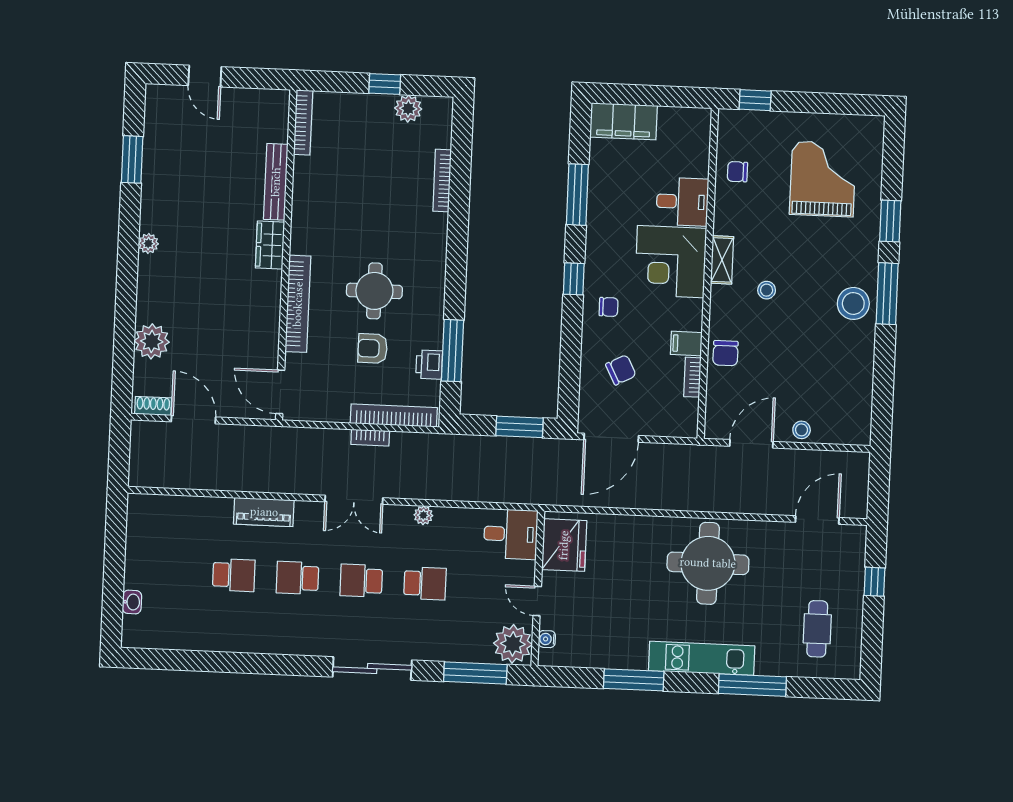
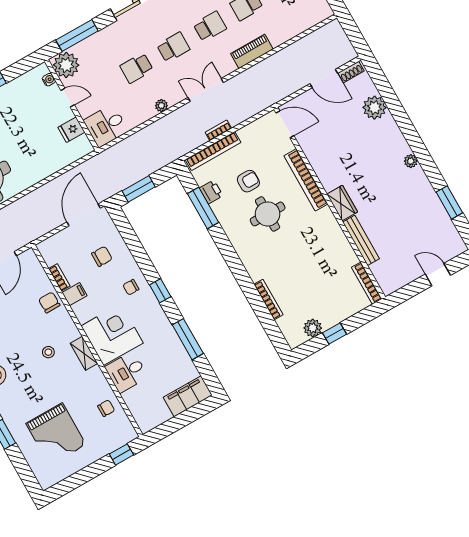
chair: (621, 370) -> (102, 256), turned -153
fridge: (564, 545) -> (71, 130), width x0.53, depth x0.75

